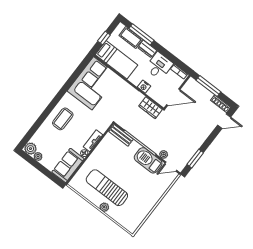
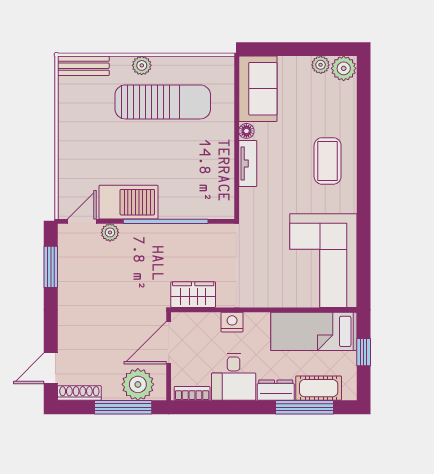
plant: (197, 90) -> (138, 384), added
bench: (121, 135) -> (83, 66), moved

